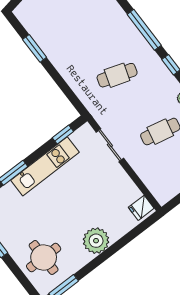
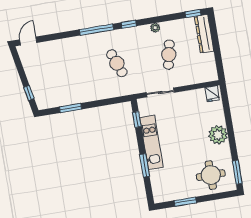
cafe table: (117, 75) -> (117, 63), turned -39

